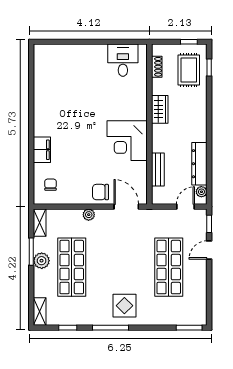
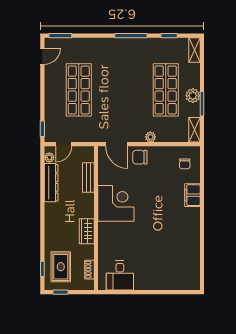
chair: (100, 192) -> (140, 157), turned 180
door: (209, 250) -> (42, 56), moved
display table: (124, 306) -> (118, 55), removed

